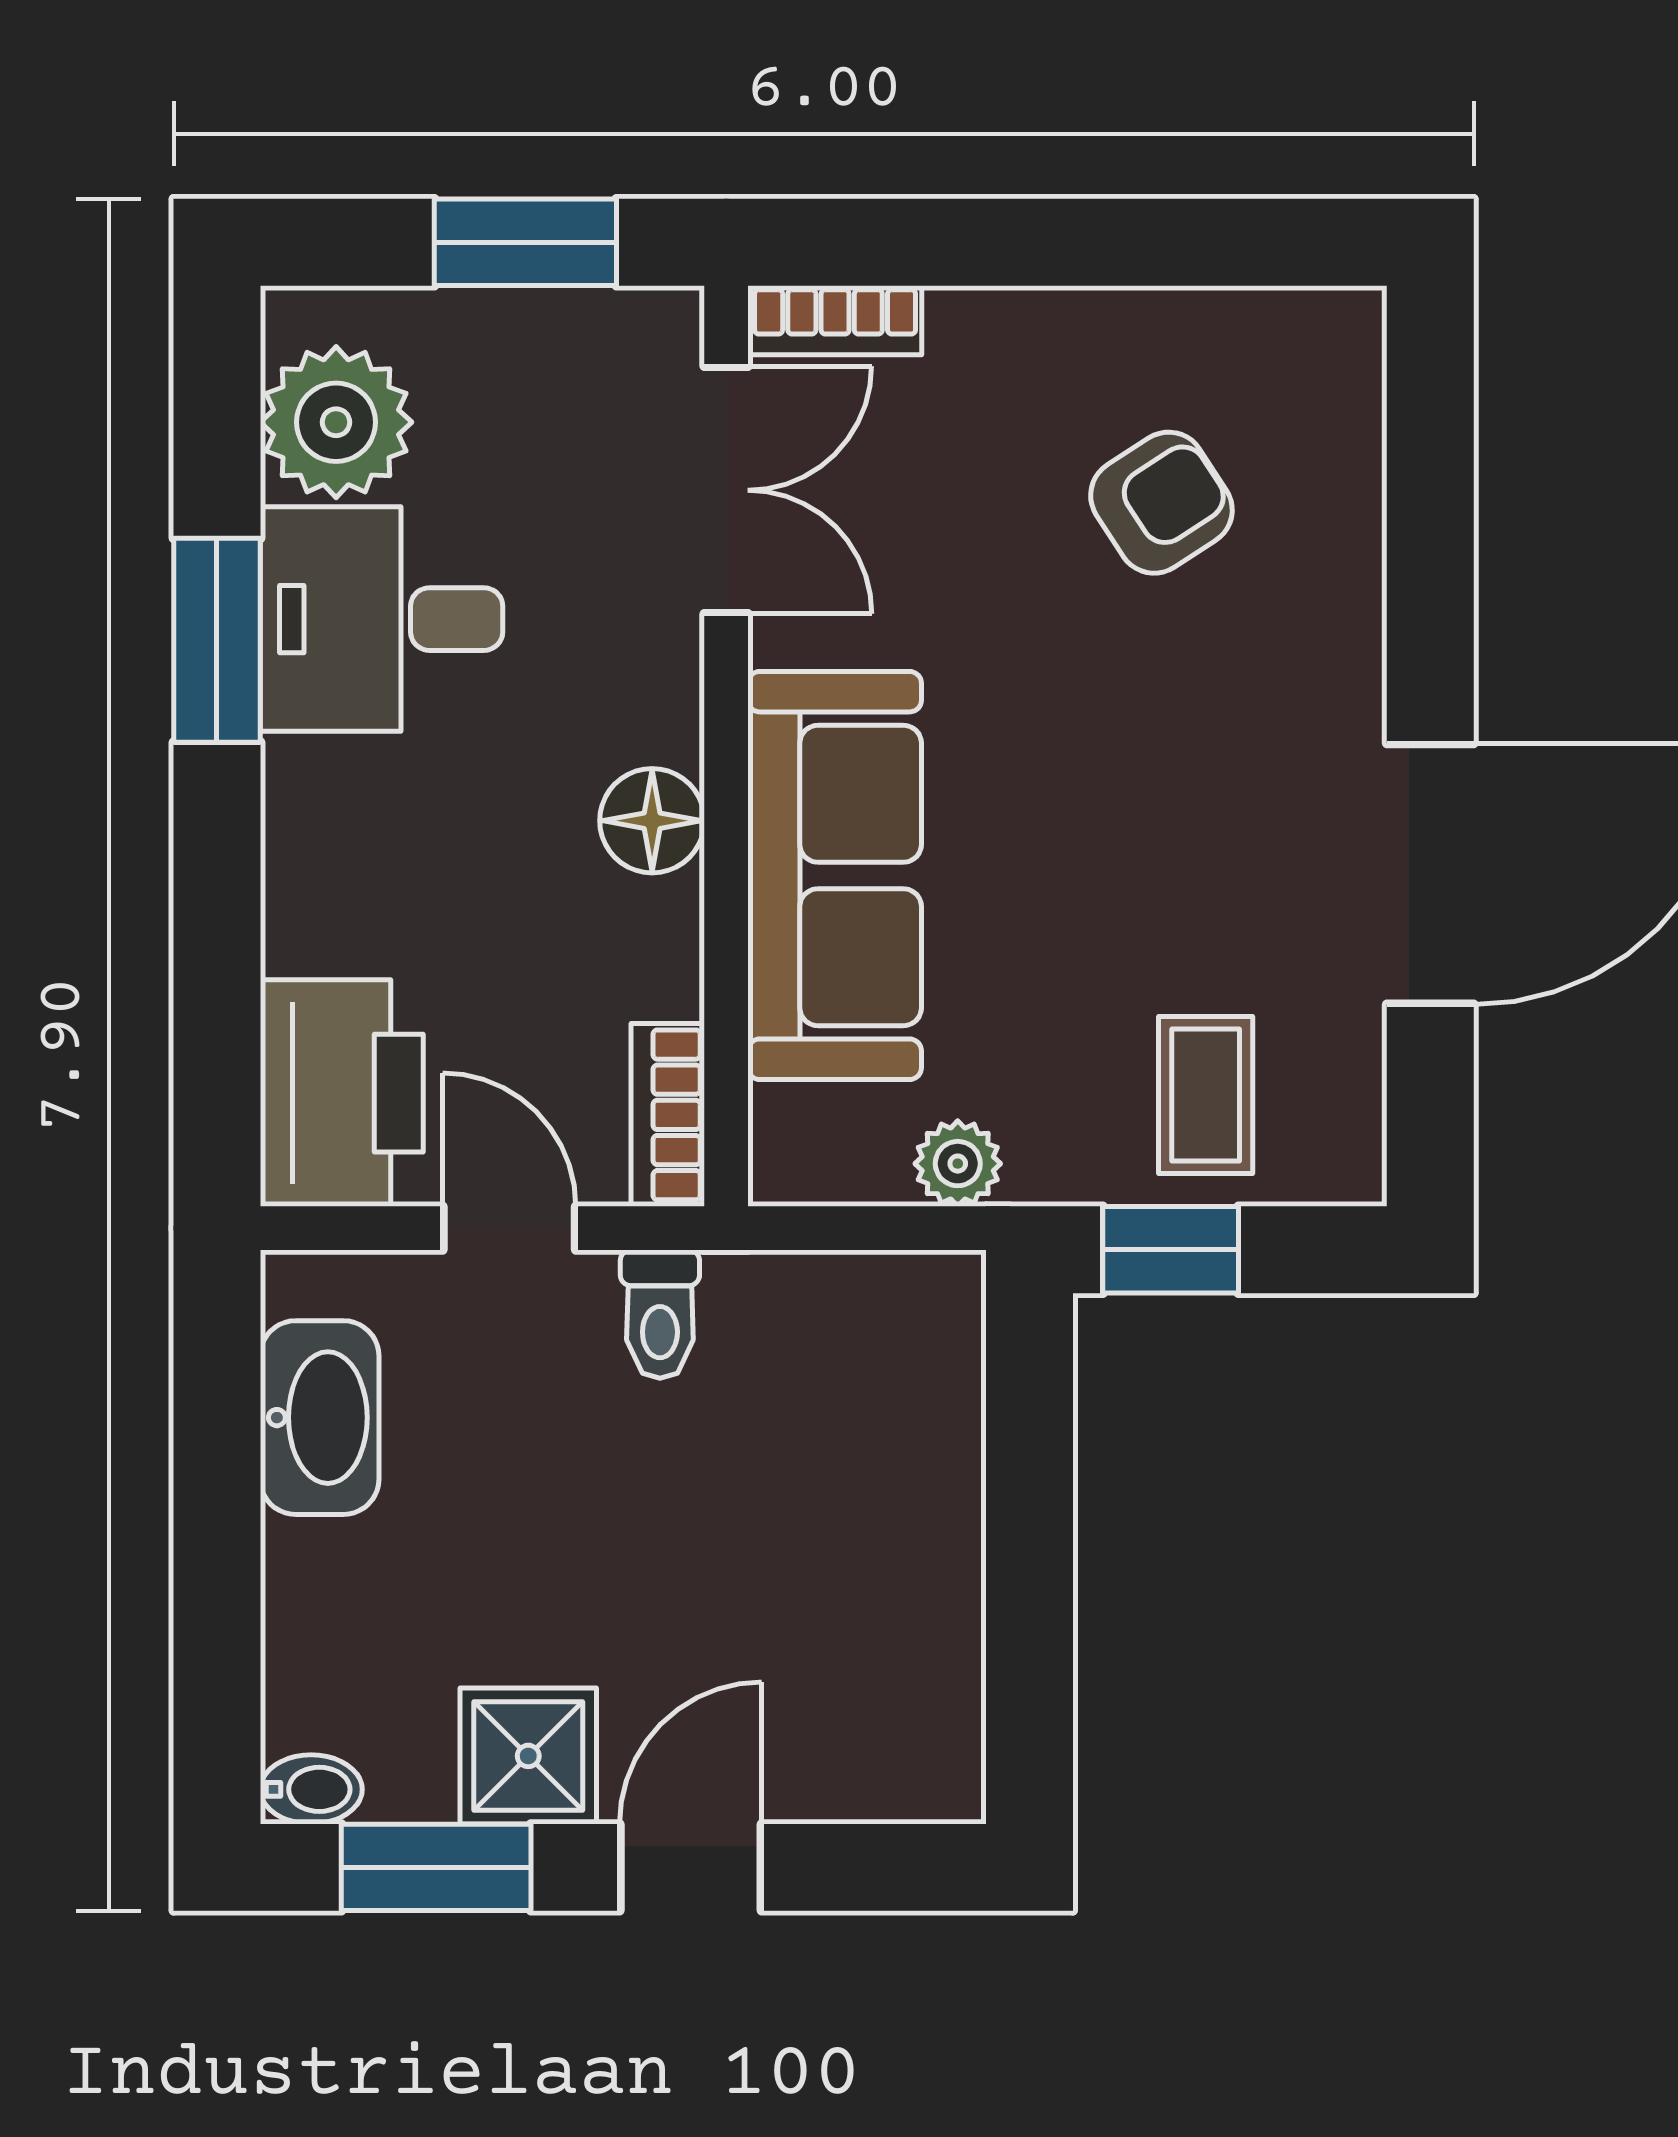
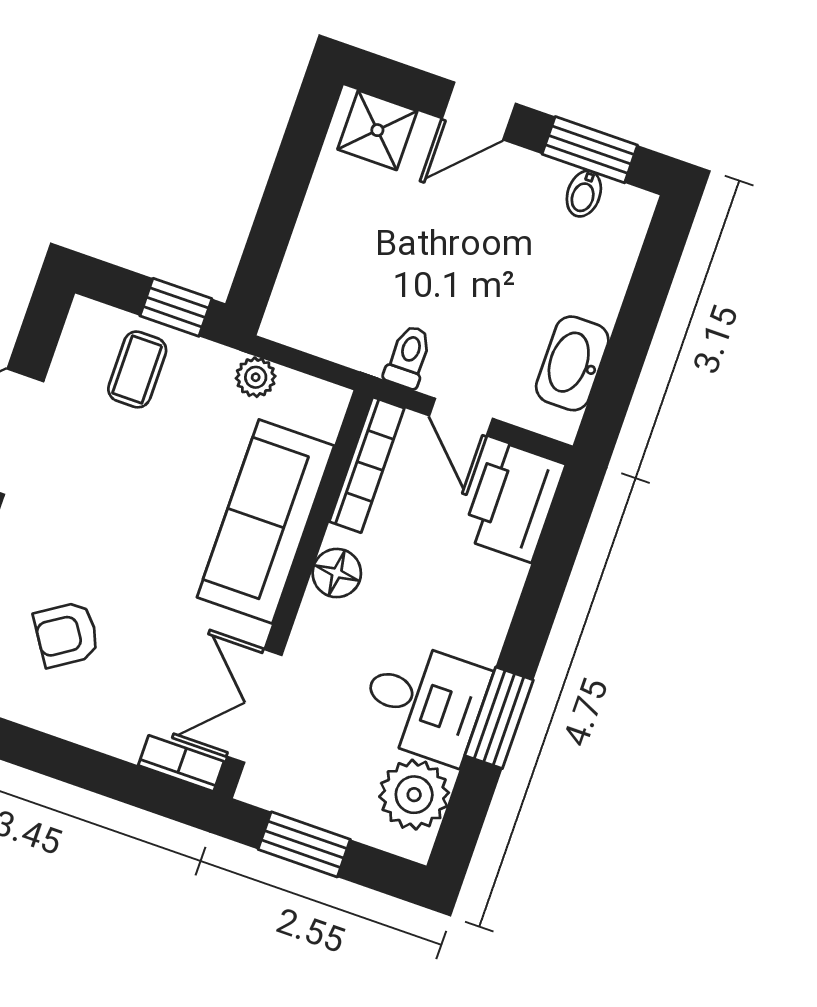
bookcase: (668, 1115) -> (367, 465), width x1.56
shower: (528, 1756) -> (377, 130), moved
bidet: (311, 1789) -> (584, 194), moved, turned -90

